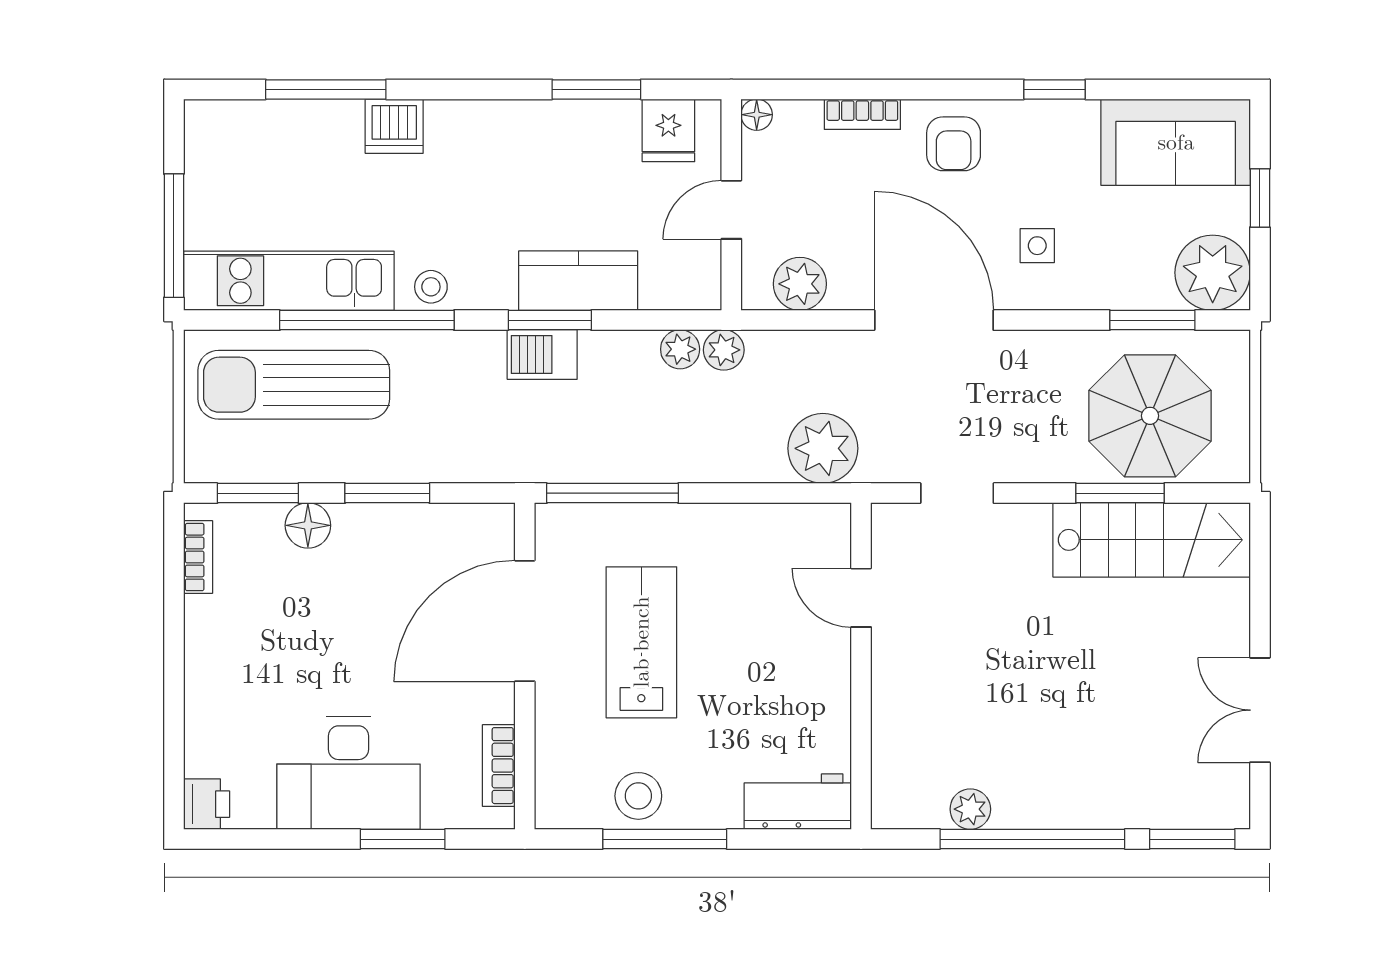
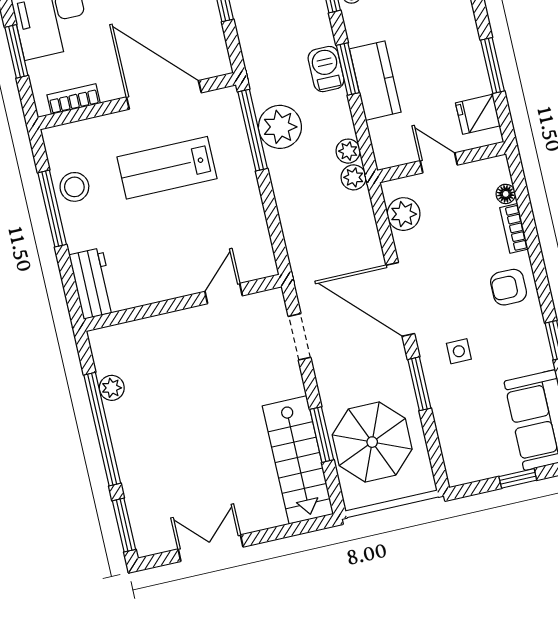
floor lamp: (757, 115) -> (506, 194), moved
plant: (1213, 273) -> (467, 460), removed
door: (934, 320) -> (400, 299), swing flipped
window: (1152, 320) -> (419, 384), moved
plant: (823, 448) -> (280, 127), moved
lab bench: (641, 642) -> (167, 168), turned 180

